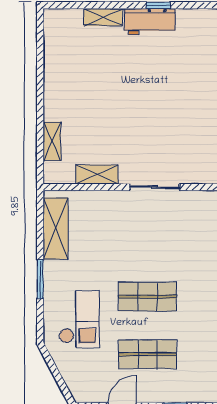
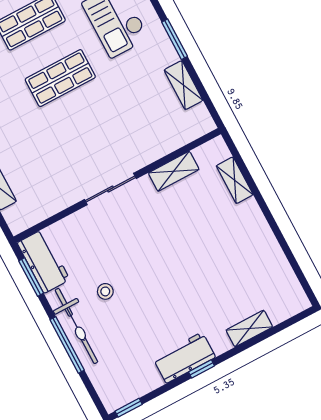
workbench: (150, 22) -> (184, 358), moved
stool: (202, 108) -> (105, 291), added
shelving: (56, 229) -> (183, 85), width x0.67, depth x0.75

